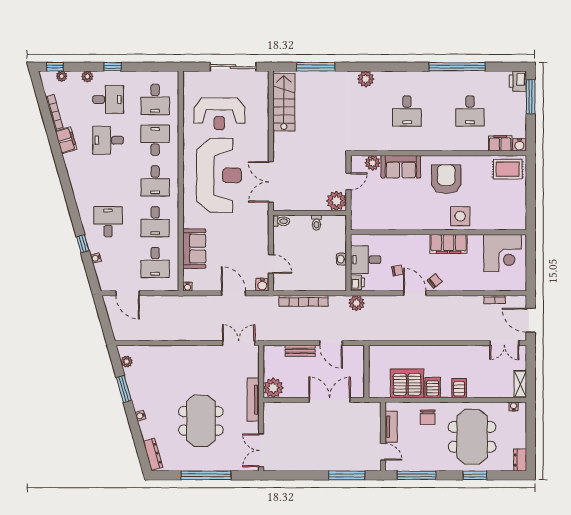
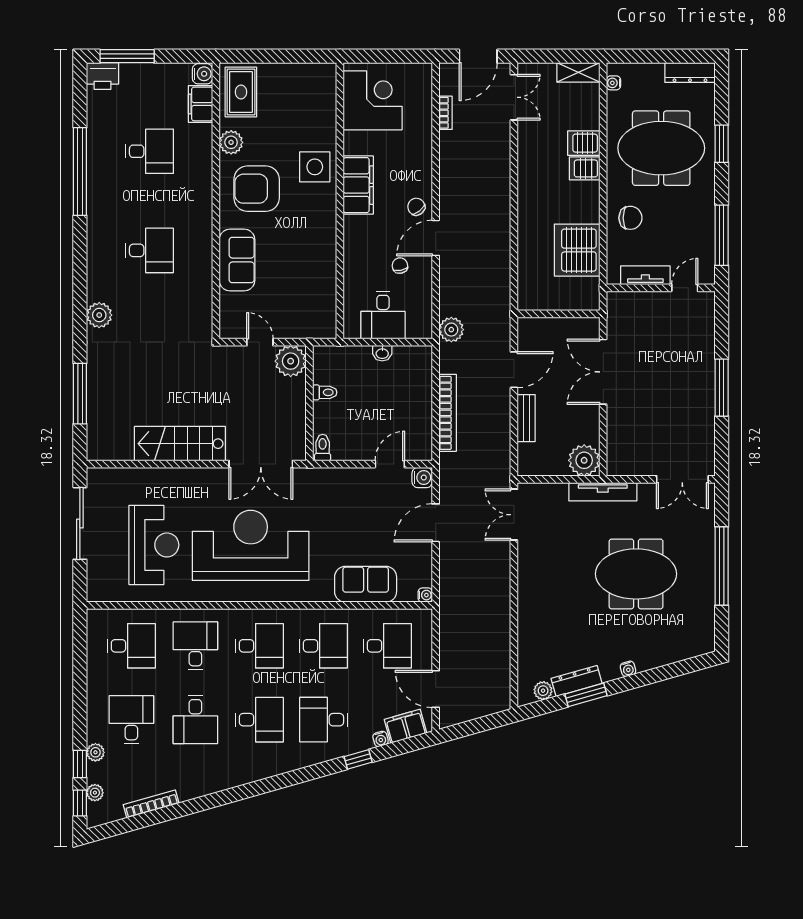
window: (113, 67) -> (80, 764), moved
stairs: (284, 102) -> (180, 444), moved
filing cabinet: (66, 140) -> (405, 726), moved
desk: (155, 140) -> (195, 646), turned 90
plant: (372, 163) -> (231, 142), moved
desk: (108, 181) -> (259, 720), added
printer: (357, 282) -> (419, 328), removed
door: (128, 293) -> (436, 689), swing flipped
server rack: (433, 388) -> (584, 143), moved
dresser: (153, 454) -> (577, 681), moved
dresser: (520, 460) -> (690, 73), width x1.44
window: (347, 475) -> (722, 388), moved

